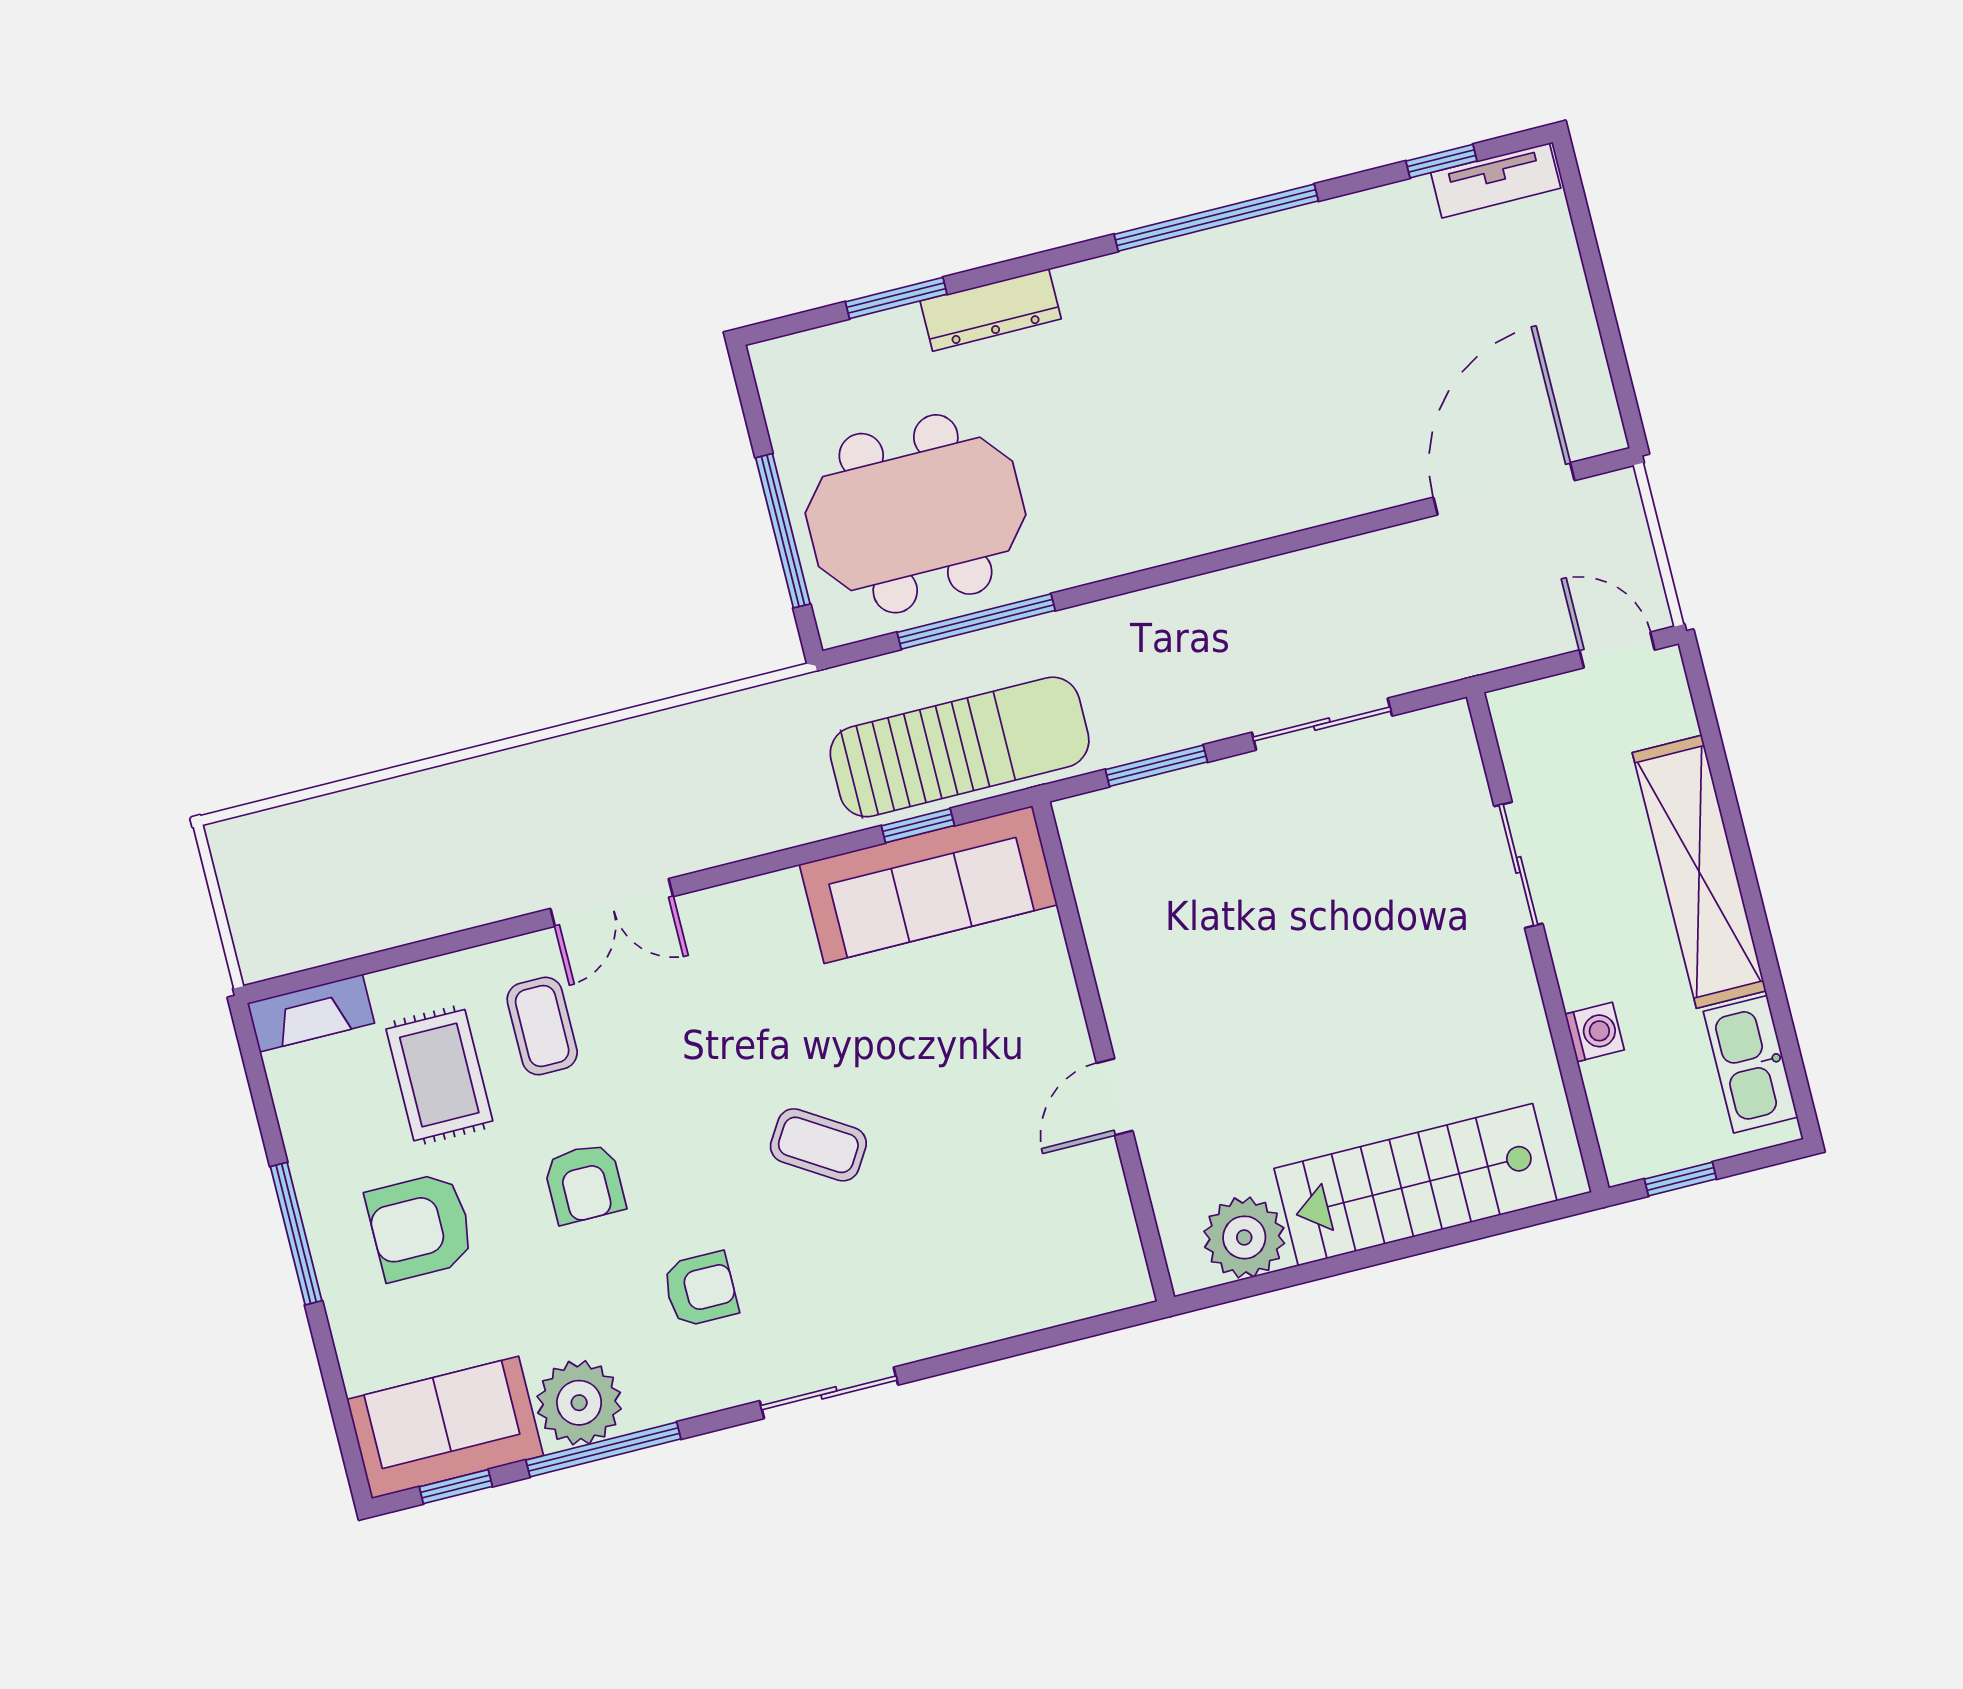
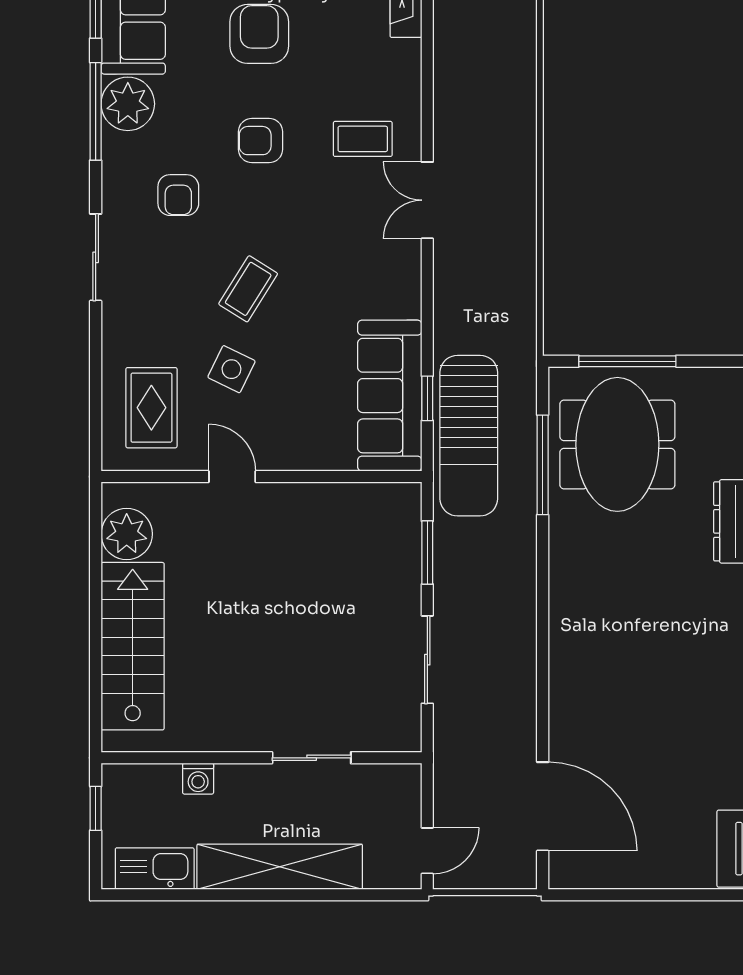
rug: (439, 1075) -> (151, 408), moved, turned 90
side table: (949, 1139) -> (231, 369), added

